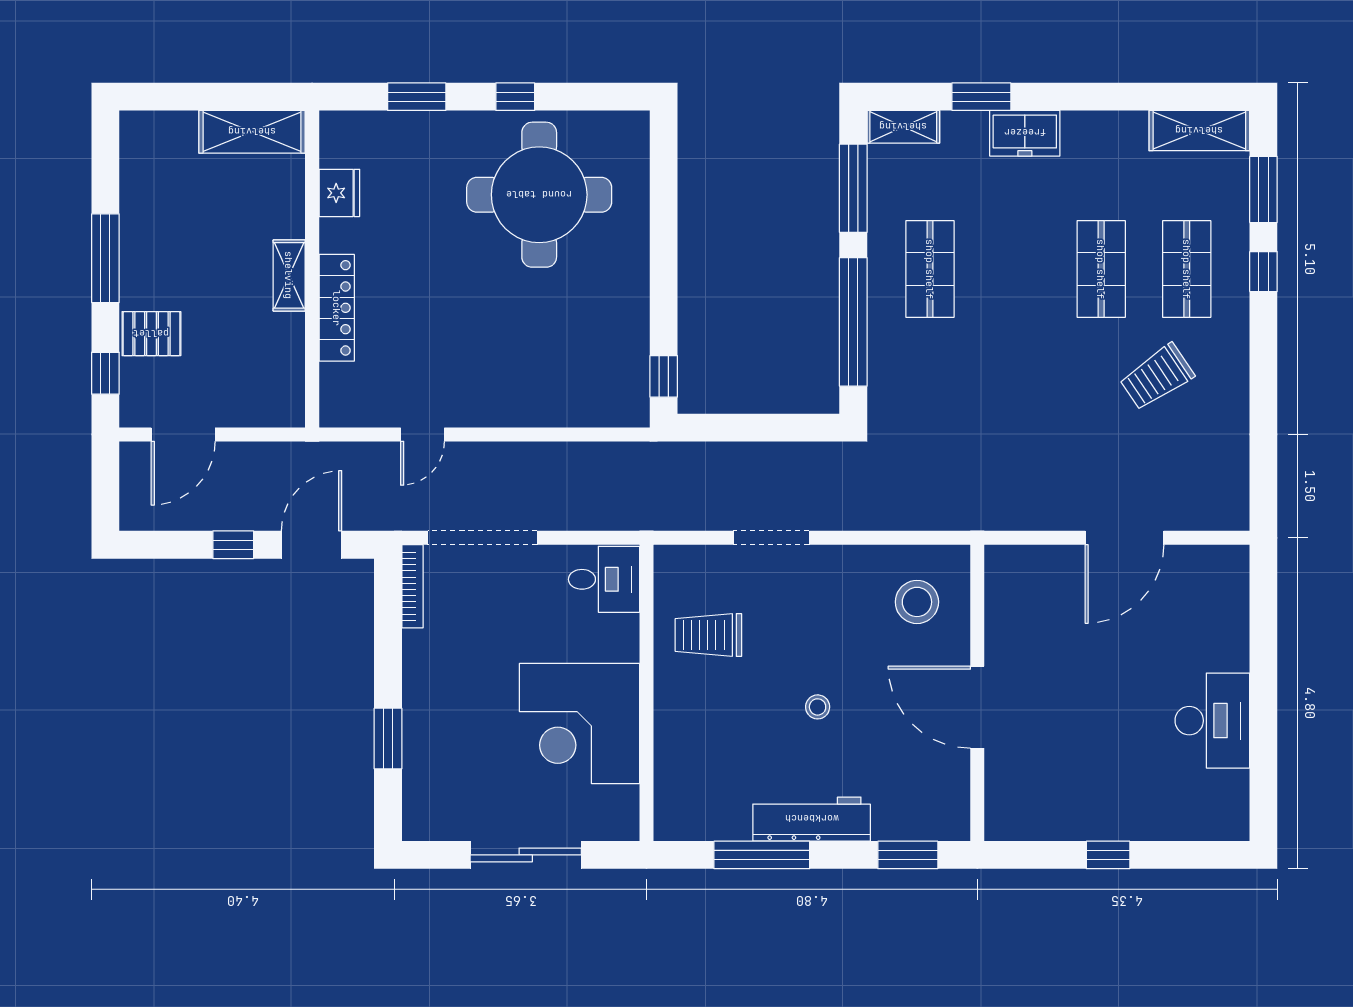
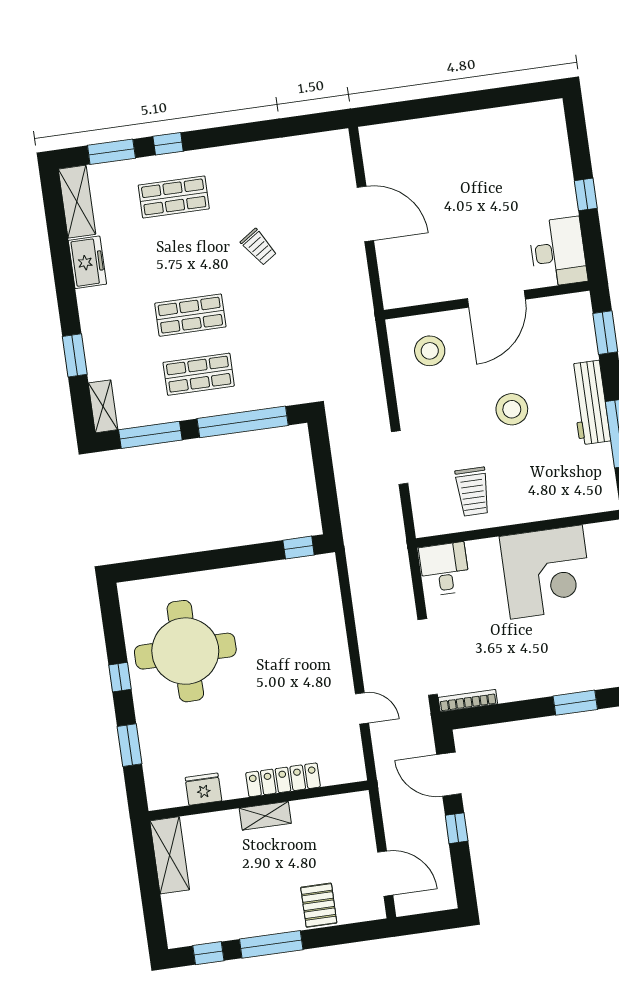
freezer: (1025, 133) -> (87, 262), moved
shop shelf: (1101, 269) -> (190, 315), moved
window: (105, 373) -> (208, 953), moved
trolley: (1157, 377) -> (259, 247), moved, width x0.73, depth x0.72
stool: (818, 707) -> (512, 409), width x1.89, depth x1.89
desk: (1212, 721) -> (558, 252), moved, turned 90

